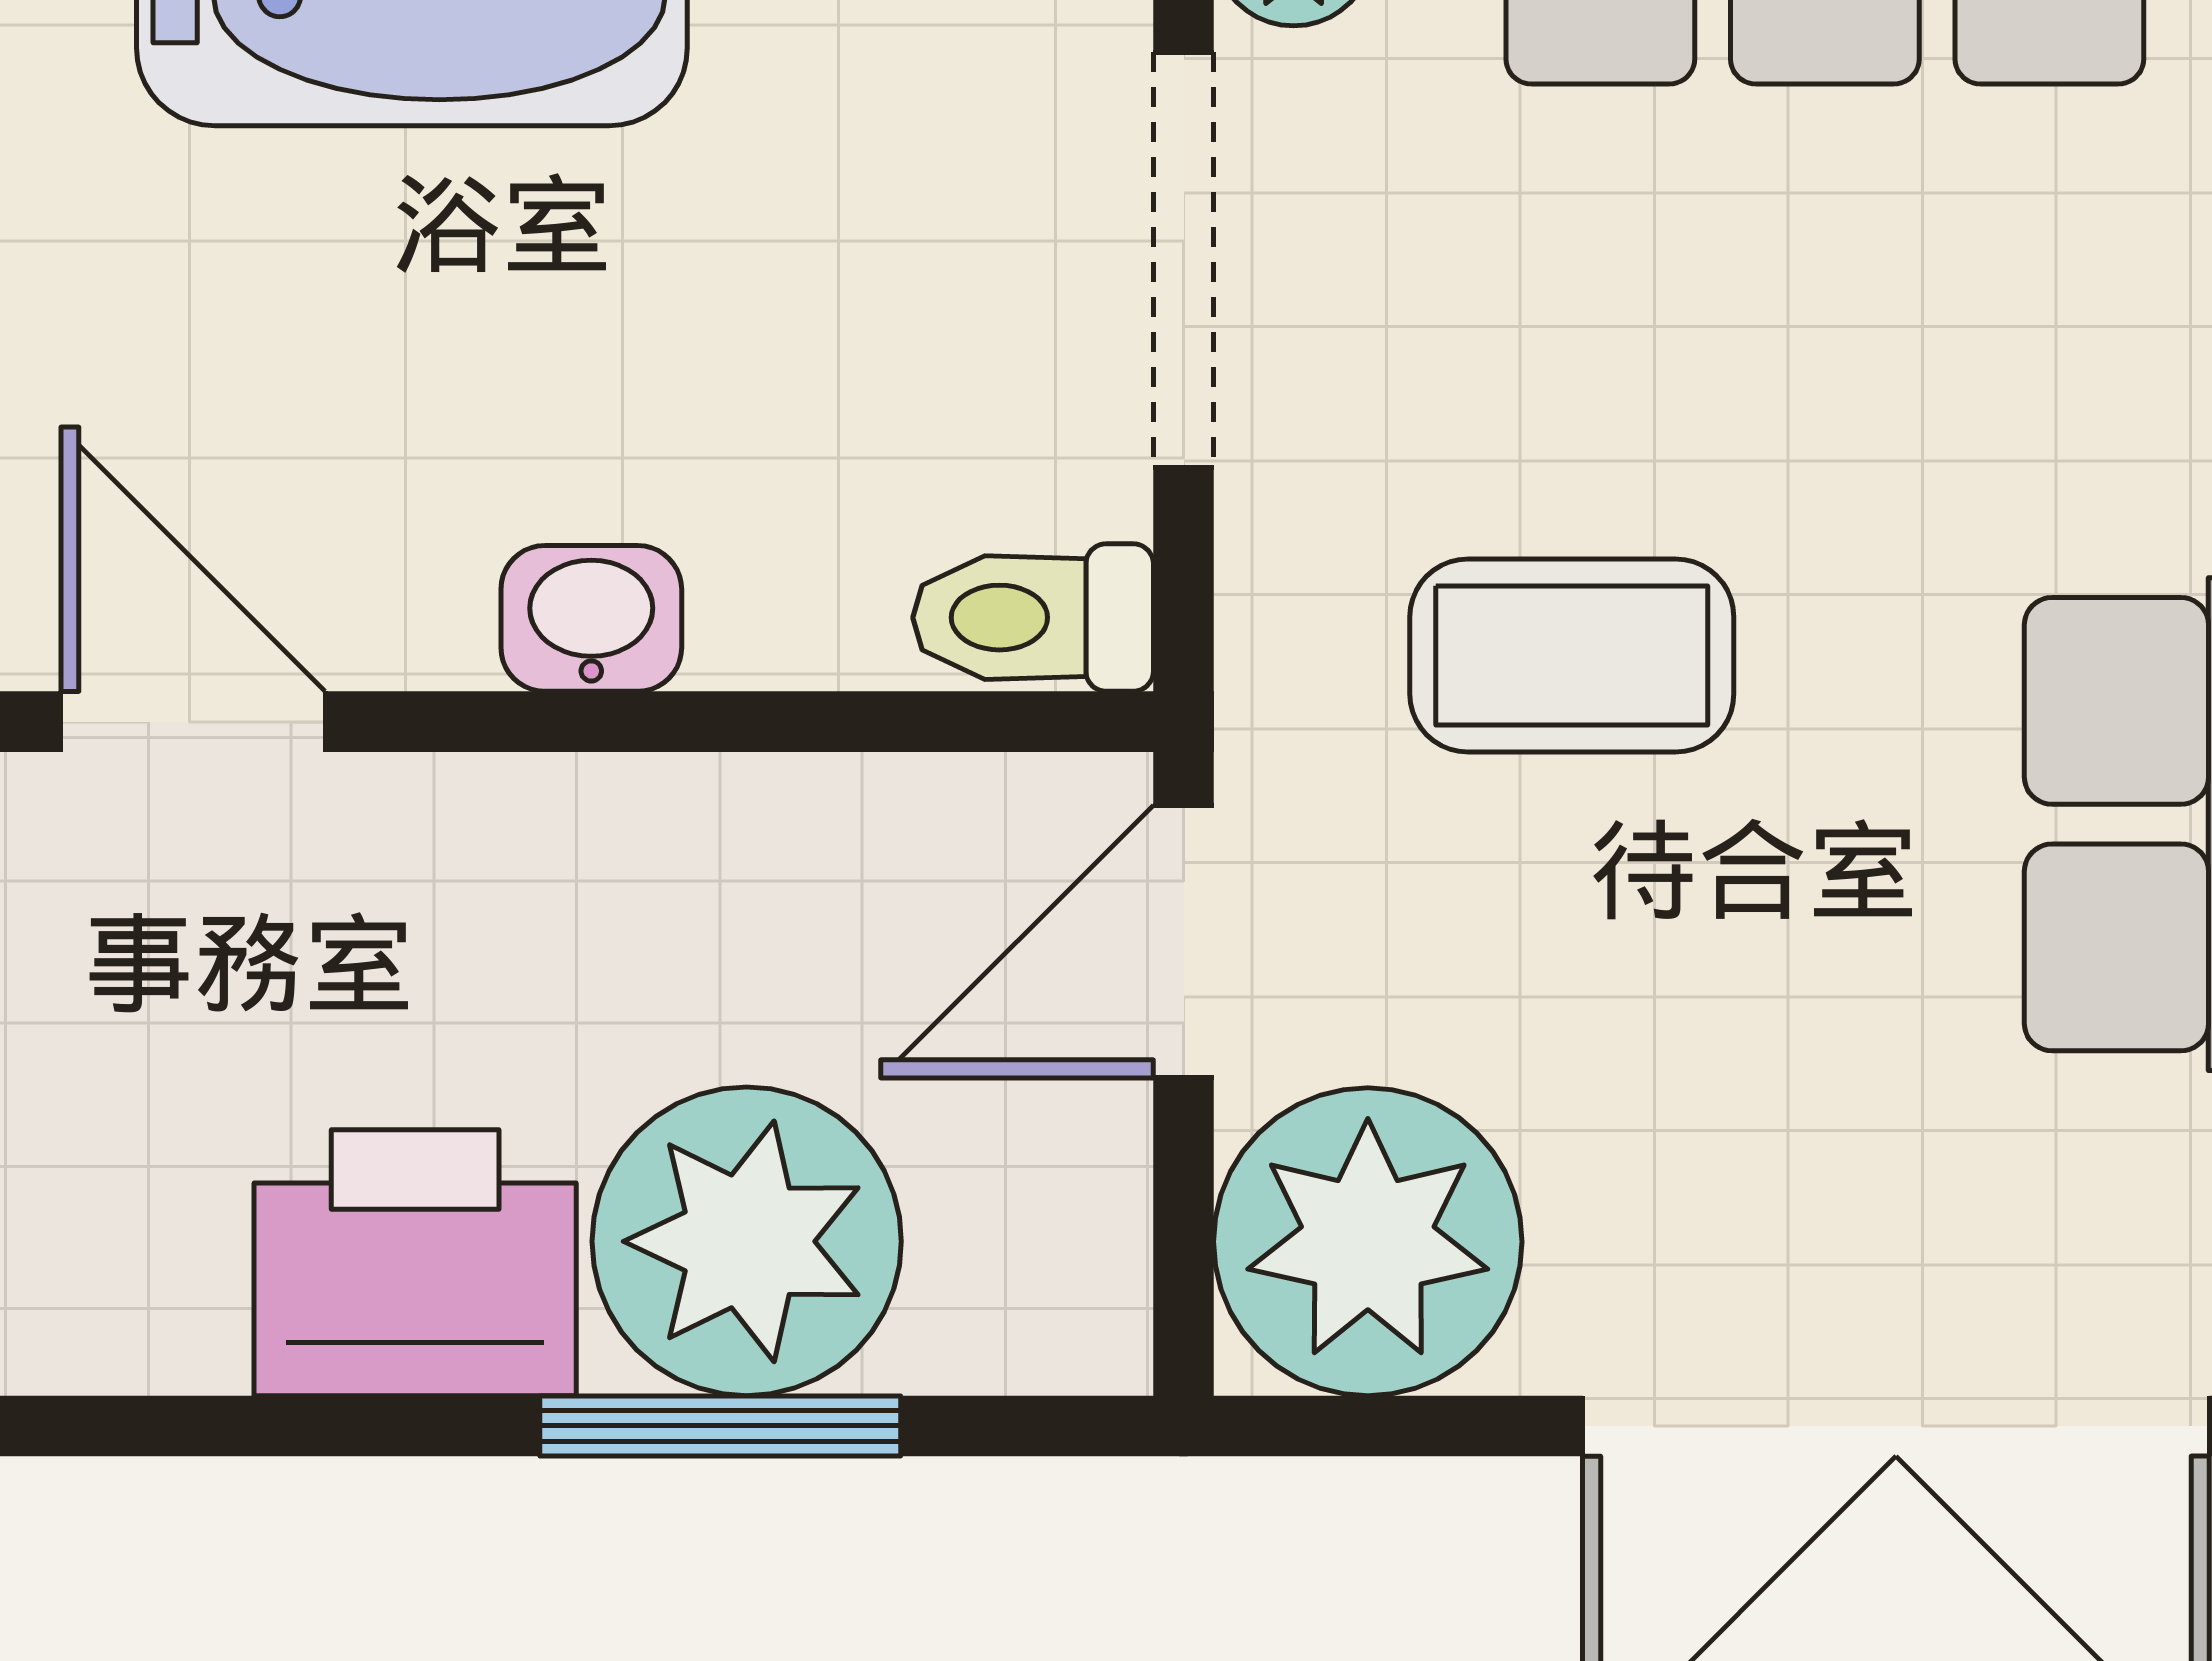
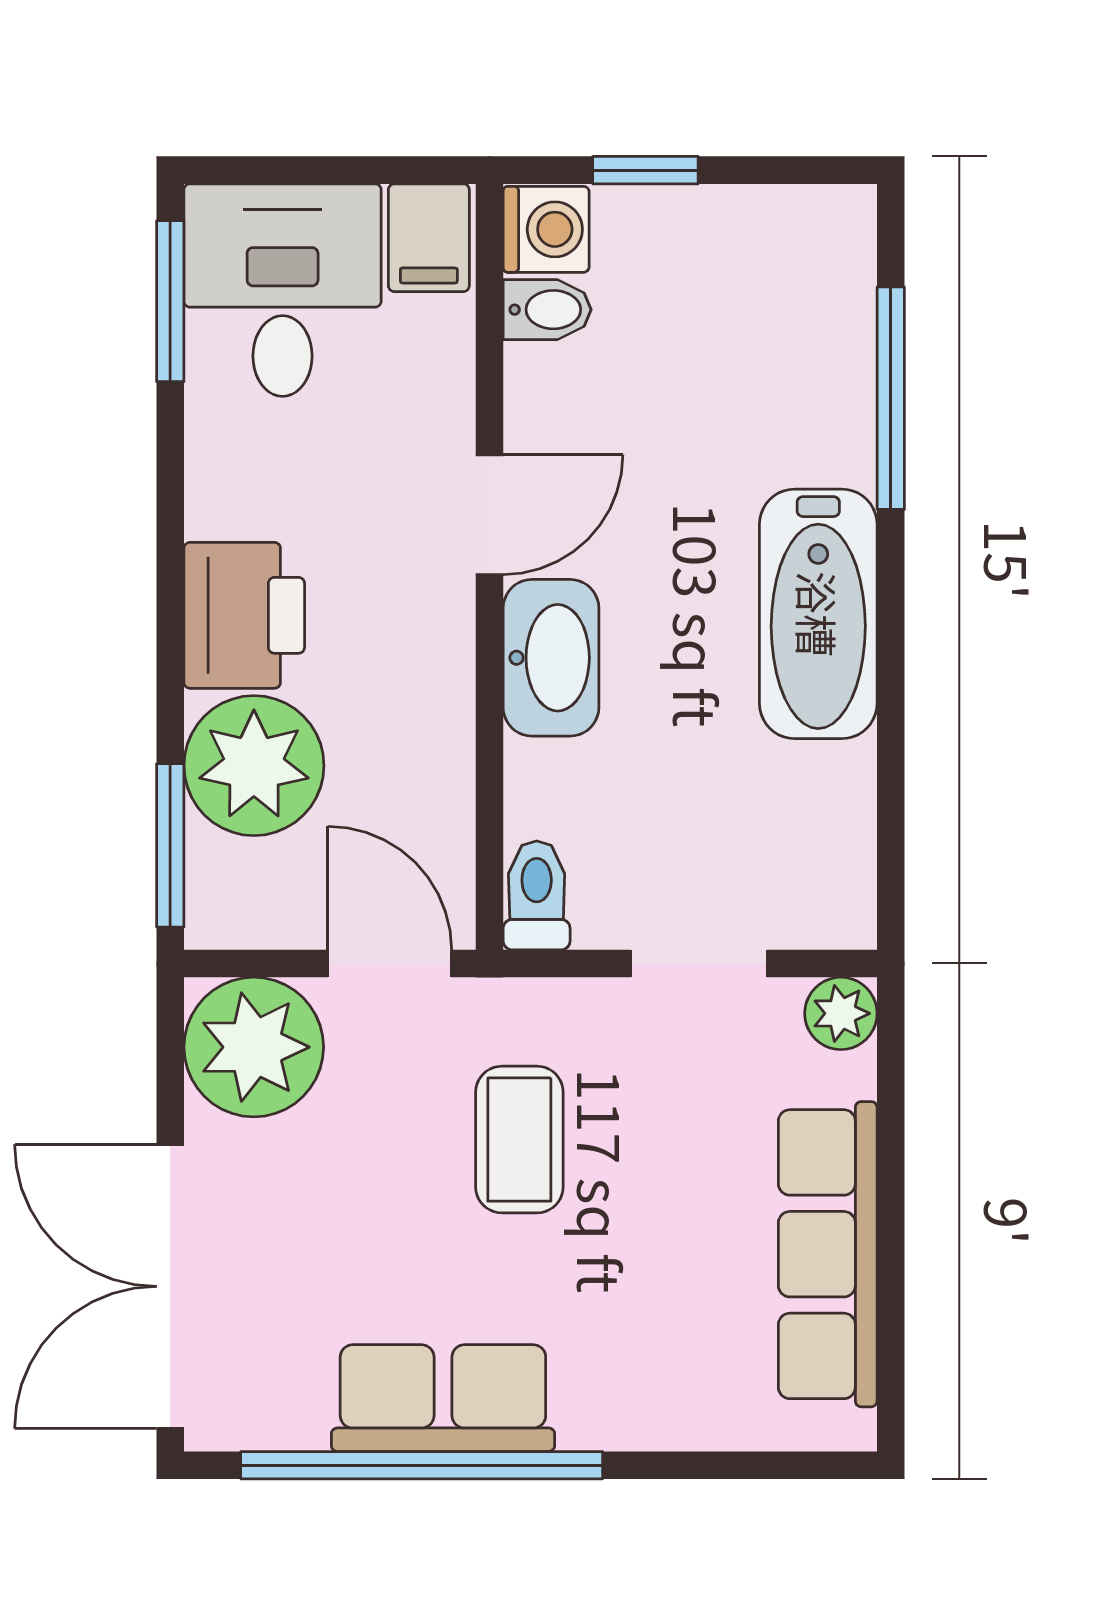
doorway: (1184, 260) -> (699, 964), width x0.73
washbasin: (591, 618) -> (551, 658), width x1.91, depth x1.45
window: (720, 1426) -> (170, 845), moved

